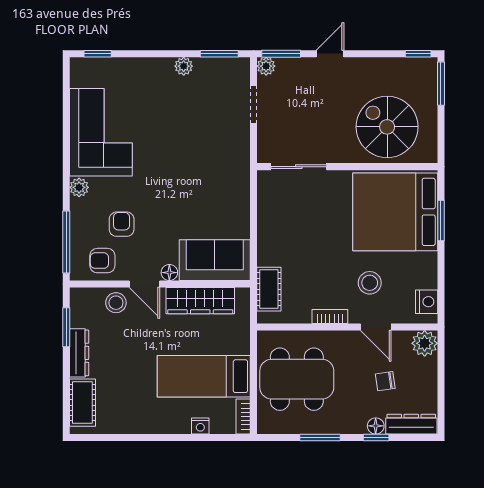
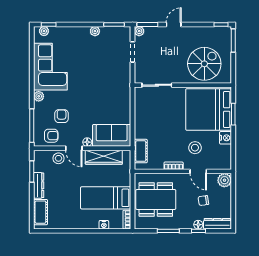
plant: (89, 66) -> (44, 31), added
spiral stairs: (387, 127) -> (204, 64), turned 90
armchair: (102, 261) -> (51, 136), turned 180
nightstand: (427, 302) -> (226, 138), moved

